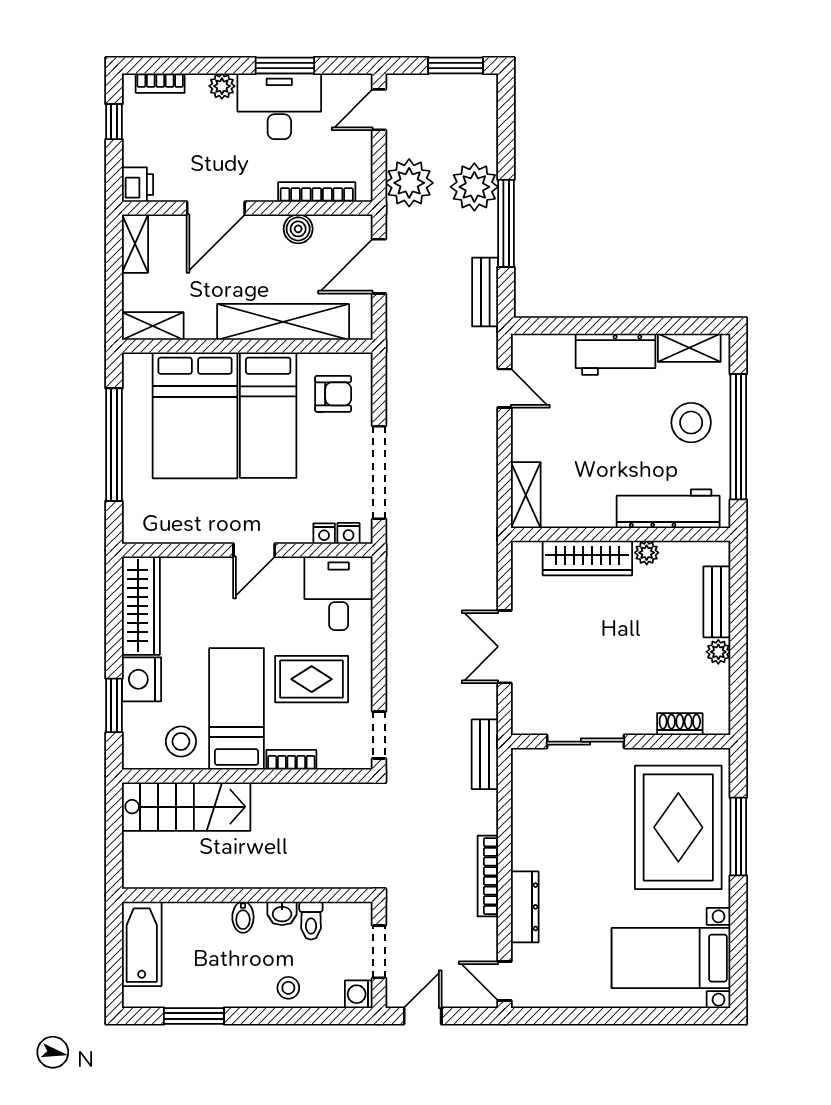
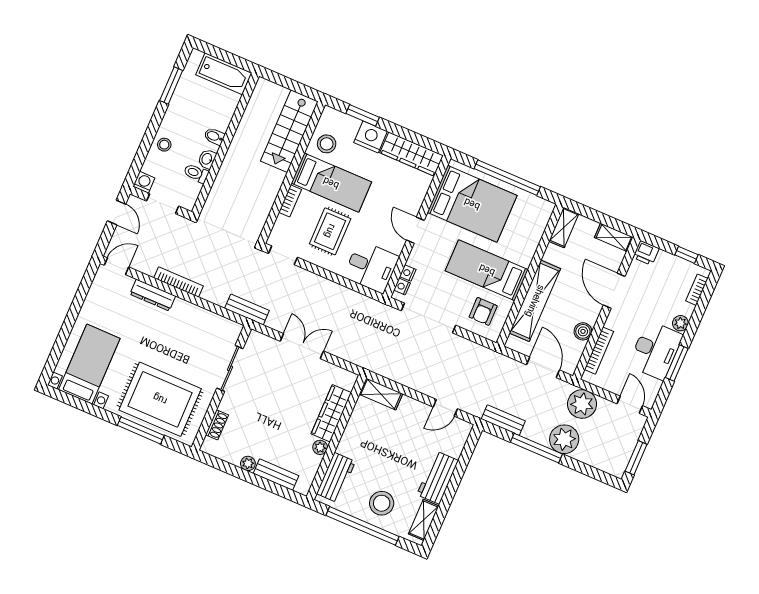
bed: (195, 415) -> (472, 204), moved, turned 180
workbench: (668, 509) -> (336, 478), width x0.73

